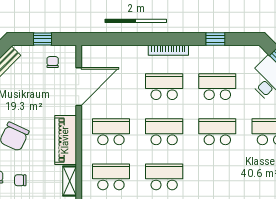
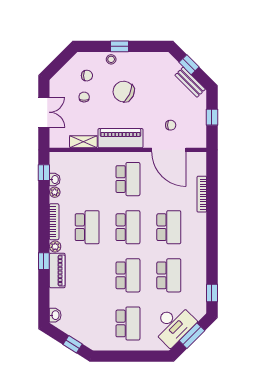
window: (215, 39) -> (212, 293), moved
bookcase: (168, 50) -> (202, 194), moved
chair: (53, 62) -> (171, 125), moved
school desk: (111, 177) -> (87, 179), removed

